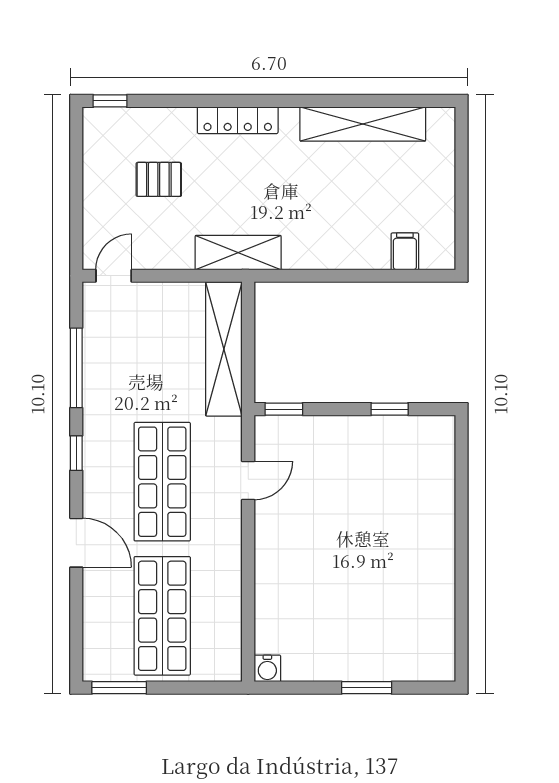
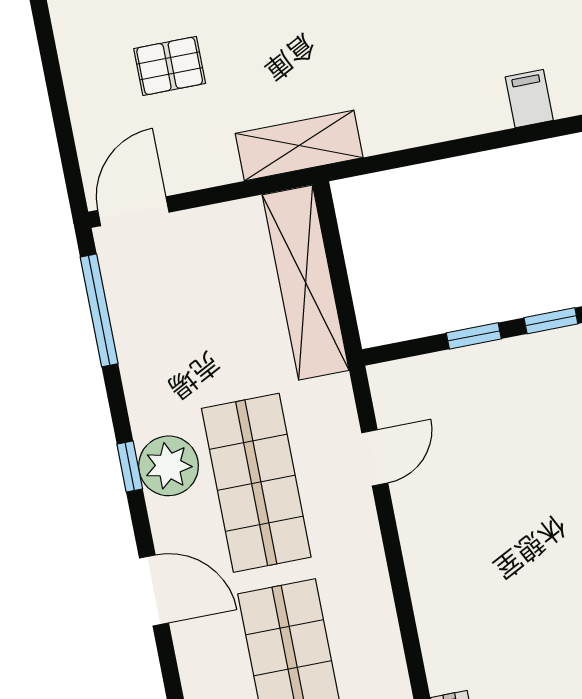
door: (114, 276) -> (133, 211), width x1.38
window: (76, 368) -> (99, 310), moved
window: (284, 409) -> (474, 336), moved
plant: (103, 458) -> (169, 466), added

